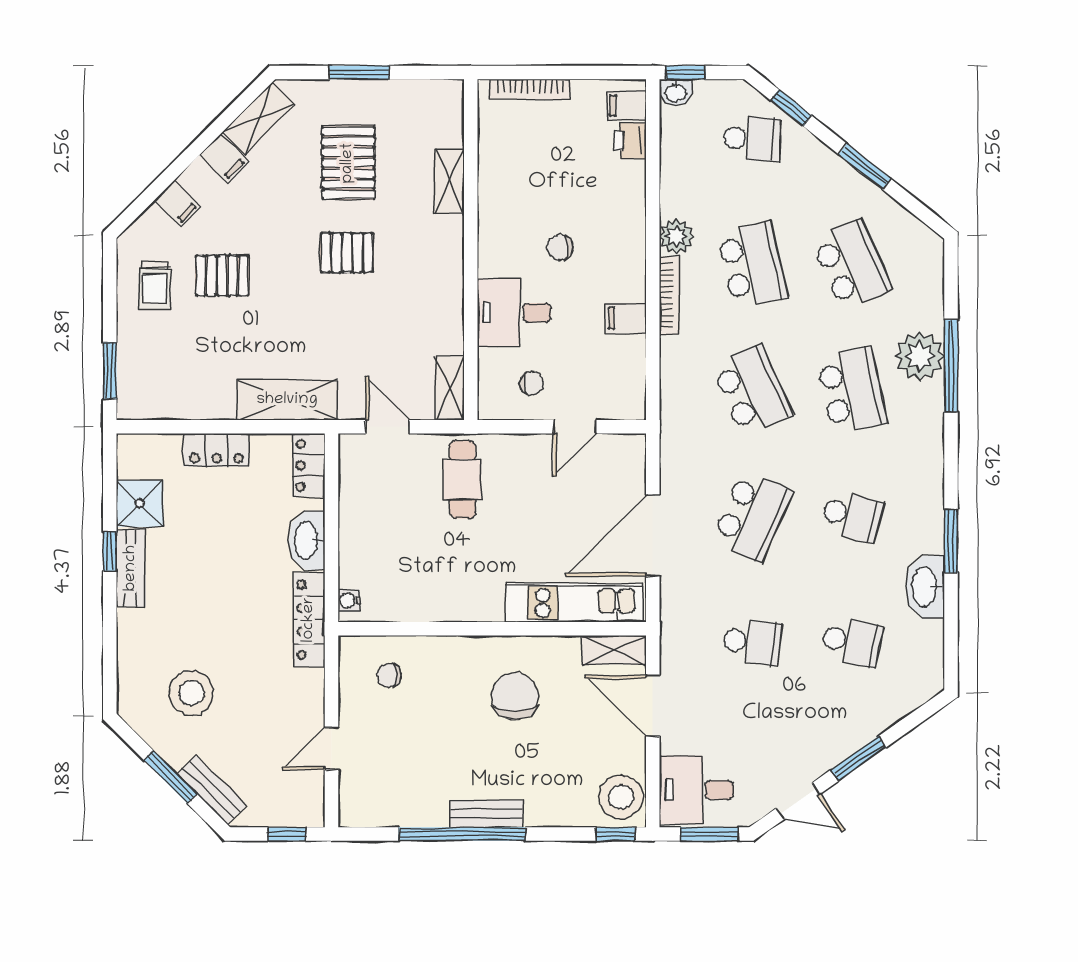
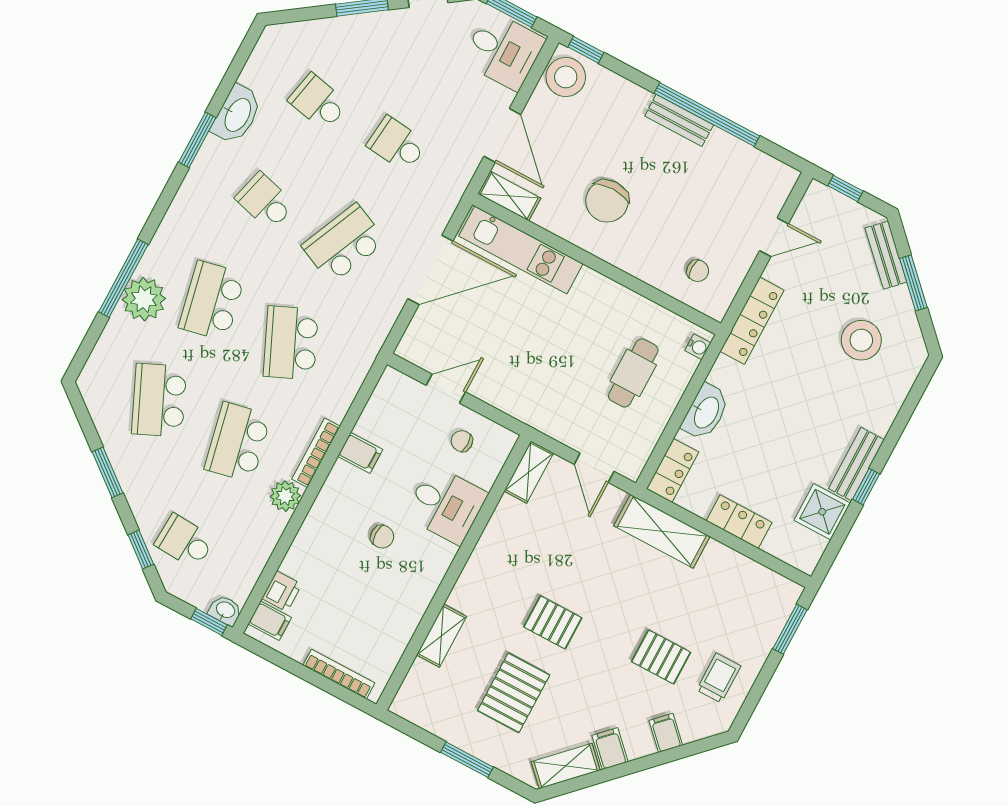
cafe table: (462, 479) -> (633, 373), moved
locker: (309, 620) -> (752, 321), moved

